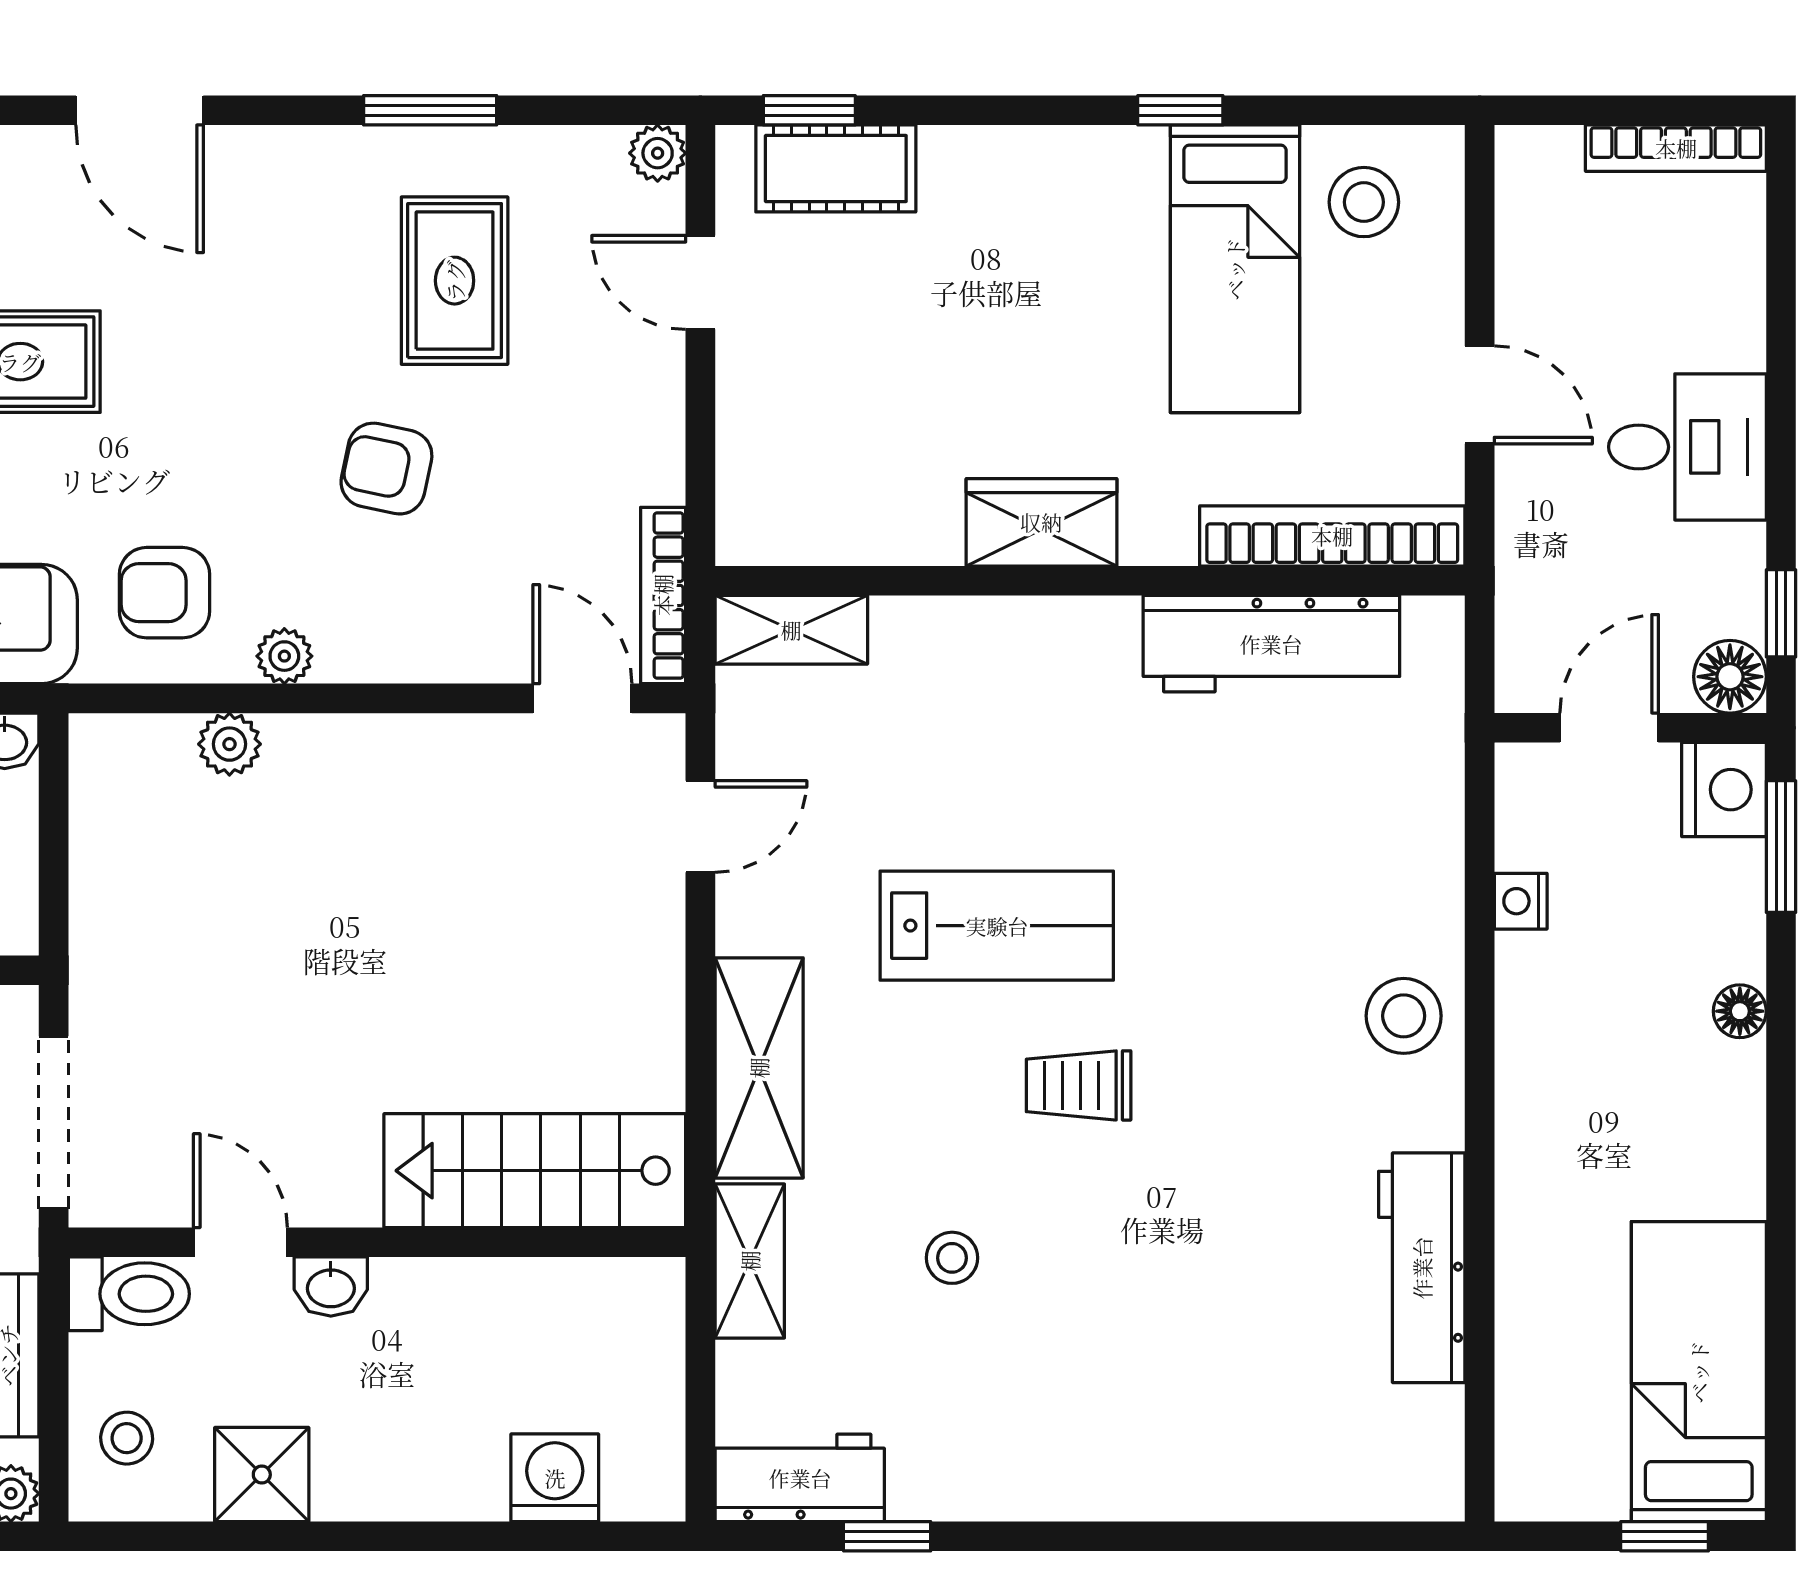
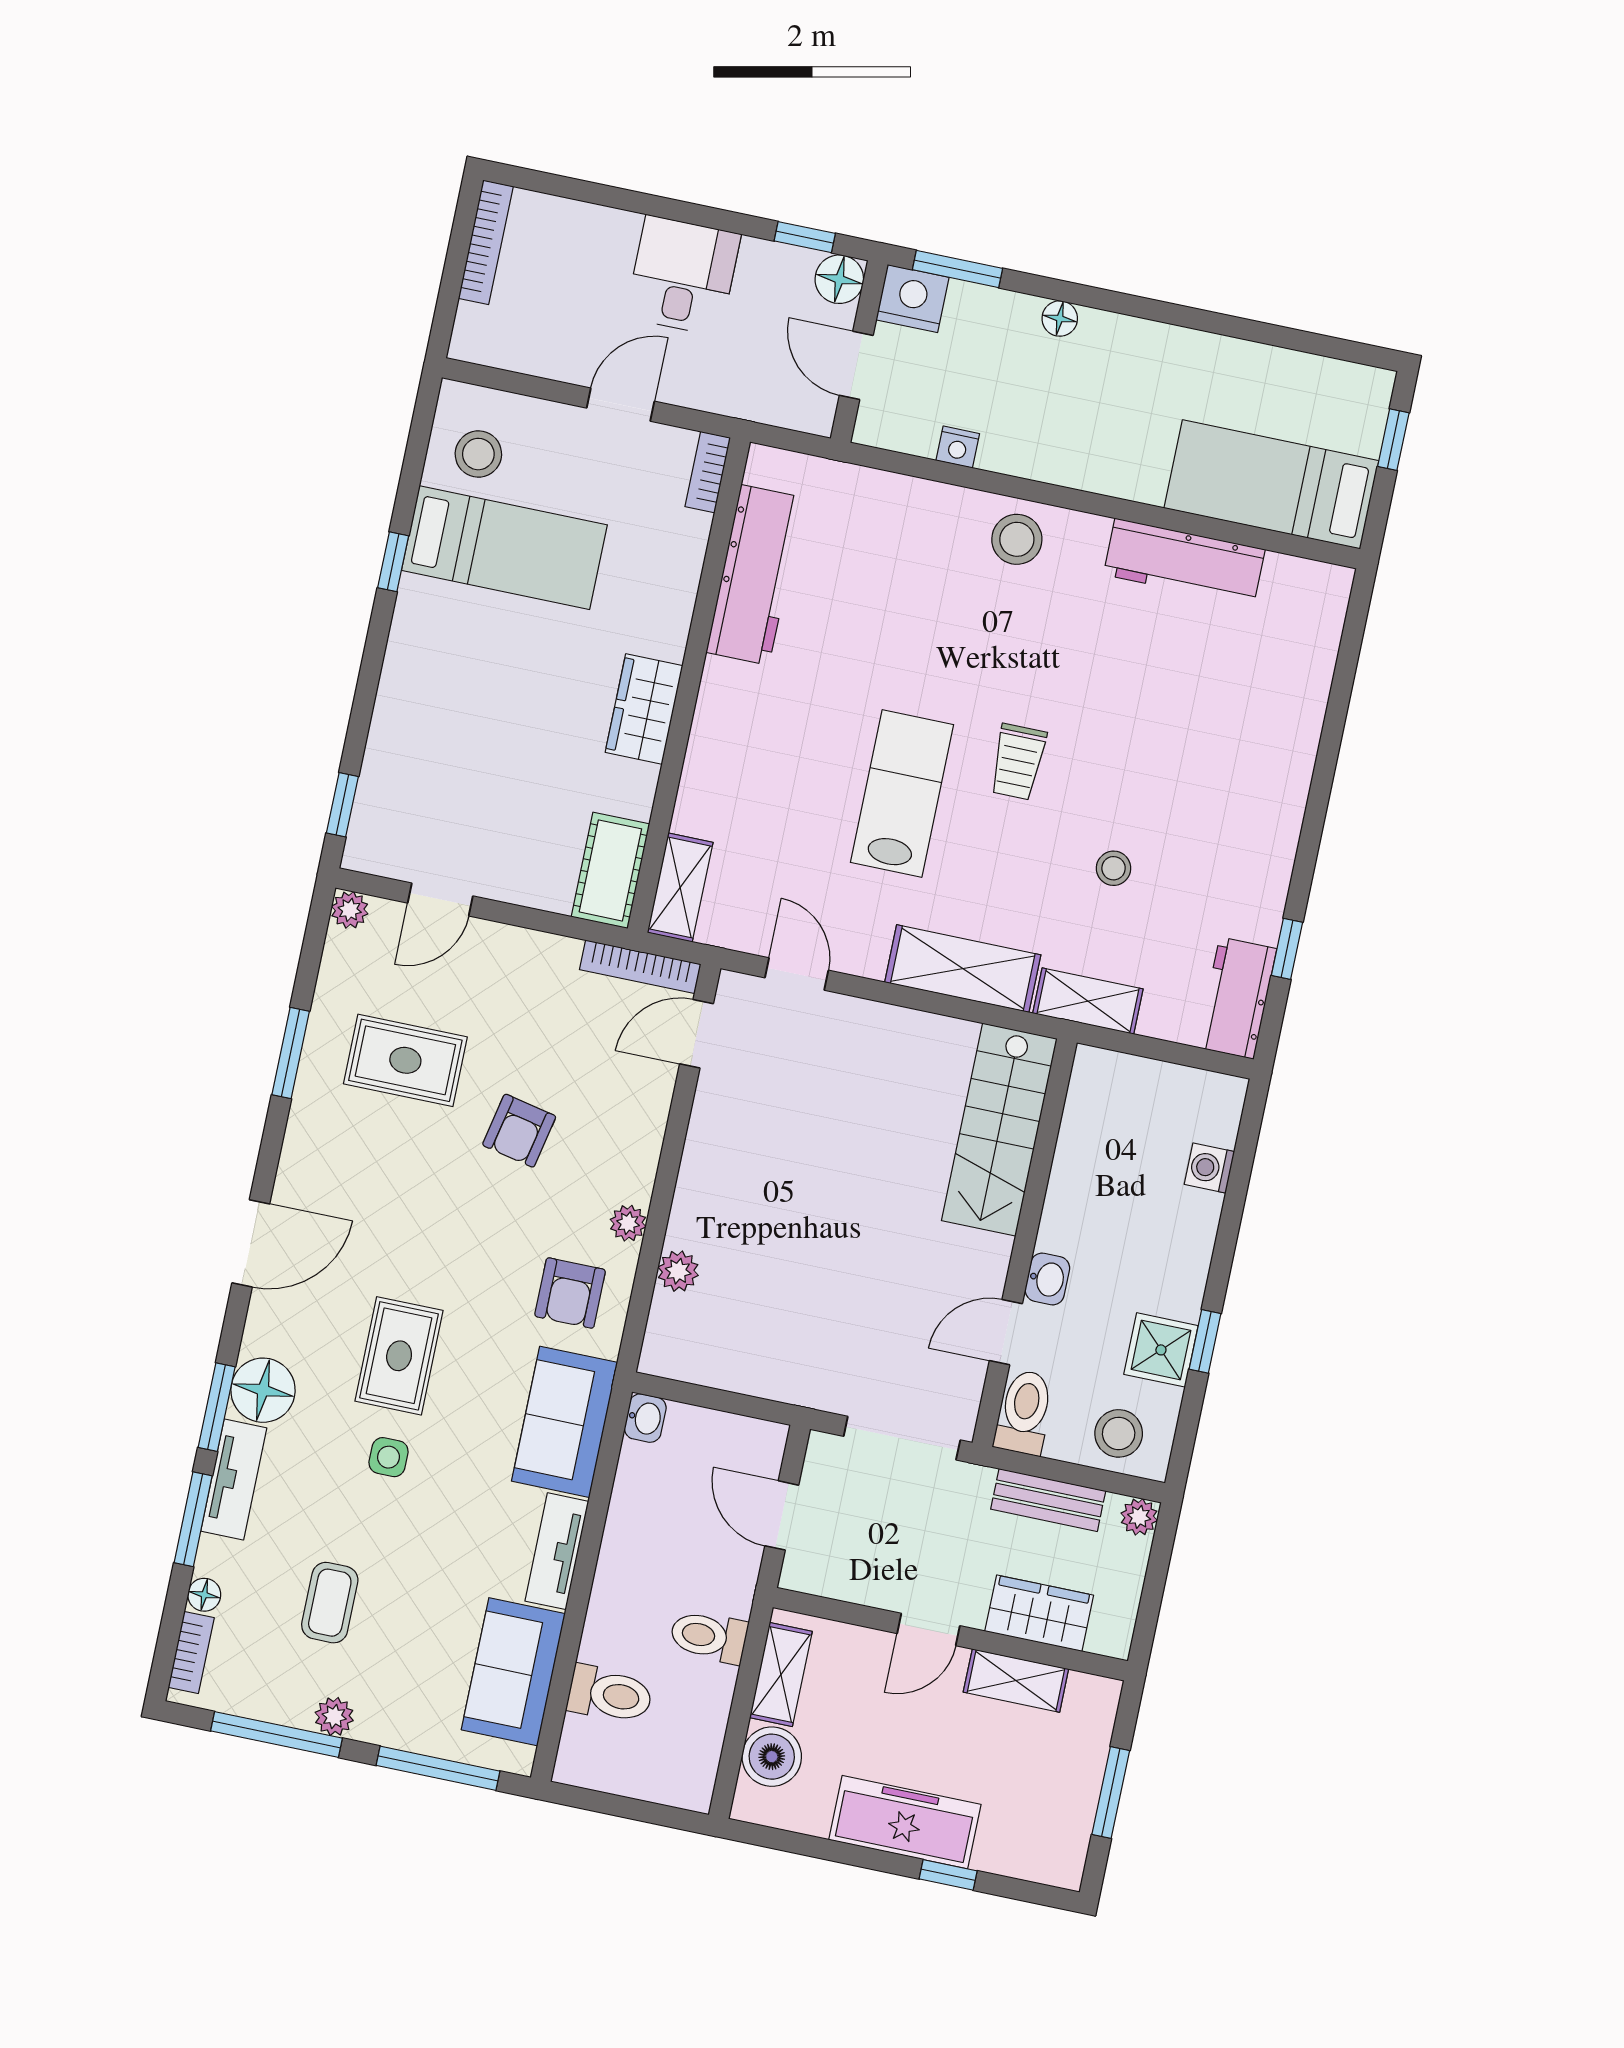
cot: (836, 168) -> (610, 870), moved
bookcase: (1332, 536) -> (708, 472), width x0.43, depth x0.76
bed: (1699, 1372) -> (1271, 484), moved
stool: (127, 1438) -> (1119, 1433), width x1.37, depth x1.37
washing machine: (555, 1478) -> (1209, 1168), width x0.73, depth x0.73
window: (288, 1536) -> (1205, 1341), added

